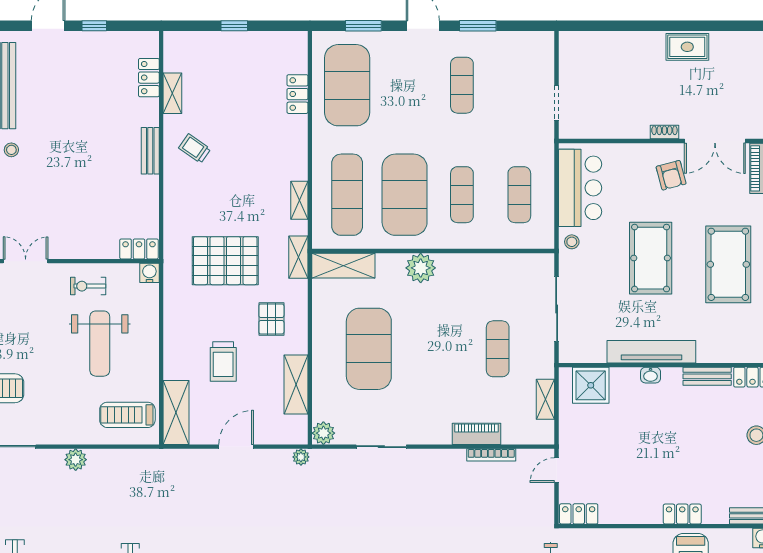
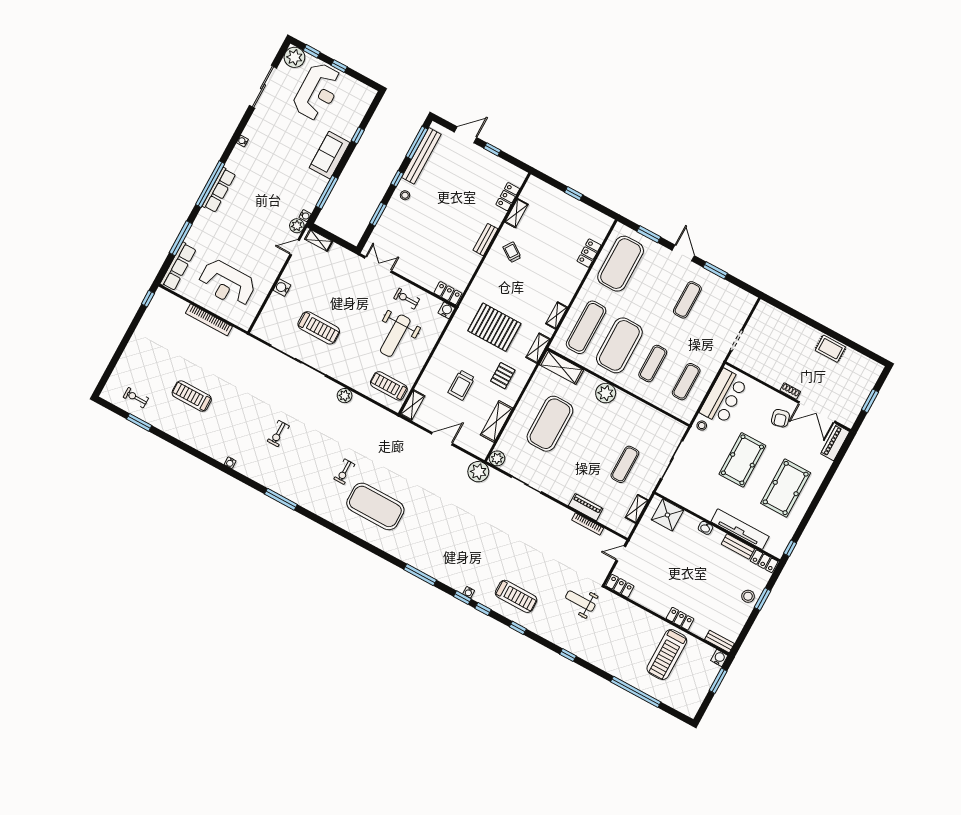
tv unit: (651, 352) -> (740, 529), moved
shelving: (176, 412) -> (413, 405), width x0.67, depth x0.75
plant: (301, 457) -> (478, 472), width x1.88, depth x1.88

